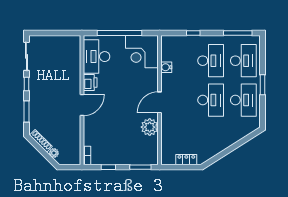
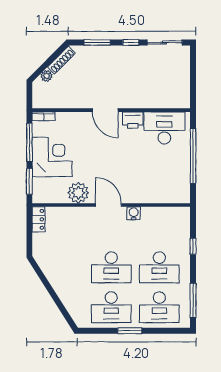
corner desk: (142, 52) -> (52, 157), moved, turned 90
water cooler: (166, 67) -> (134, 213), moved
locker: (186, 160) -> (39, 219), moved
window: (108, 167) -> (29, 142), width x2.17

